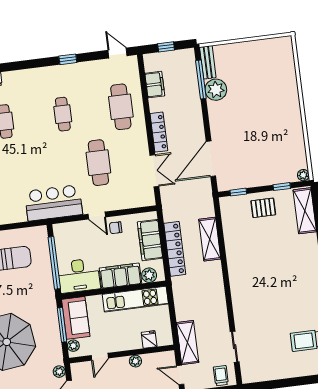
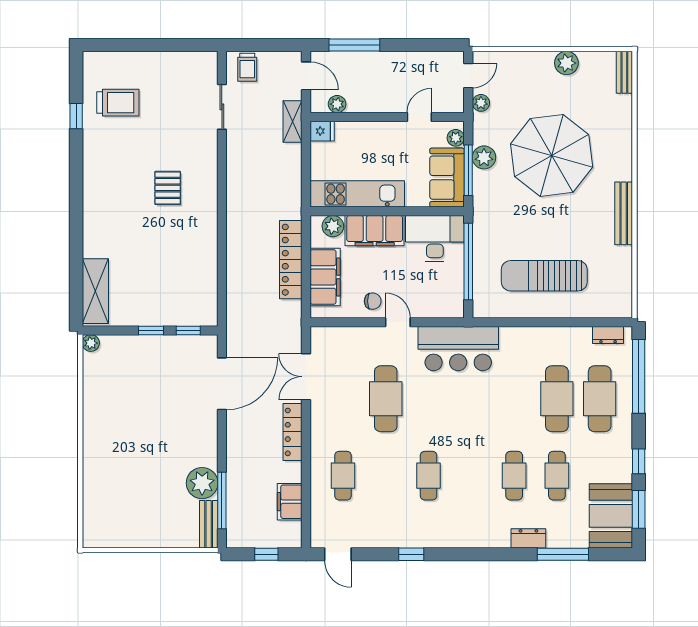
cafe table: (121, 107) -> (343, 476), width x0.73, depth x0.74
window: (282, 187) -> (151, 330), moved
pallet: (263, 208) -> (168, 188), moved, turned 90
shelving: (210, 239) -> (238, 267), removed
plant: (52, 335) -> (484, 157), added
fridge: (149, 339) -> (322, 131), moved, turned -90
shelving: (188, 343) -> (293, 121), width x0.67, depth x0.75
plant: (135, 361) -> (337, 104), moved

